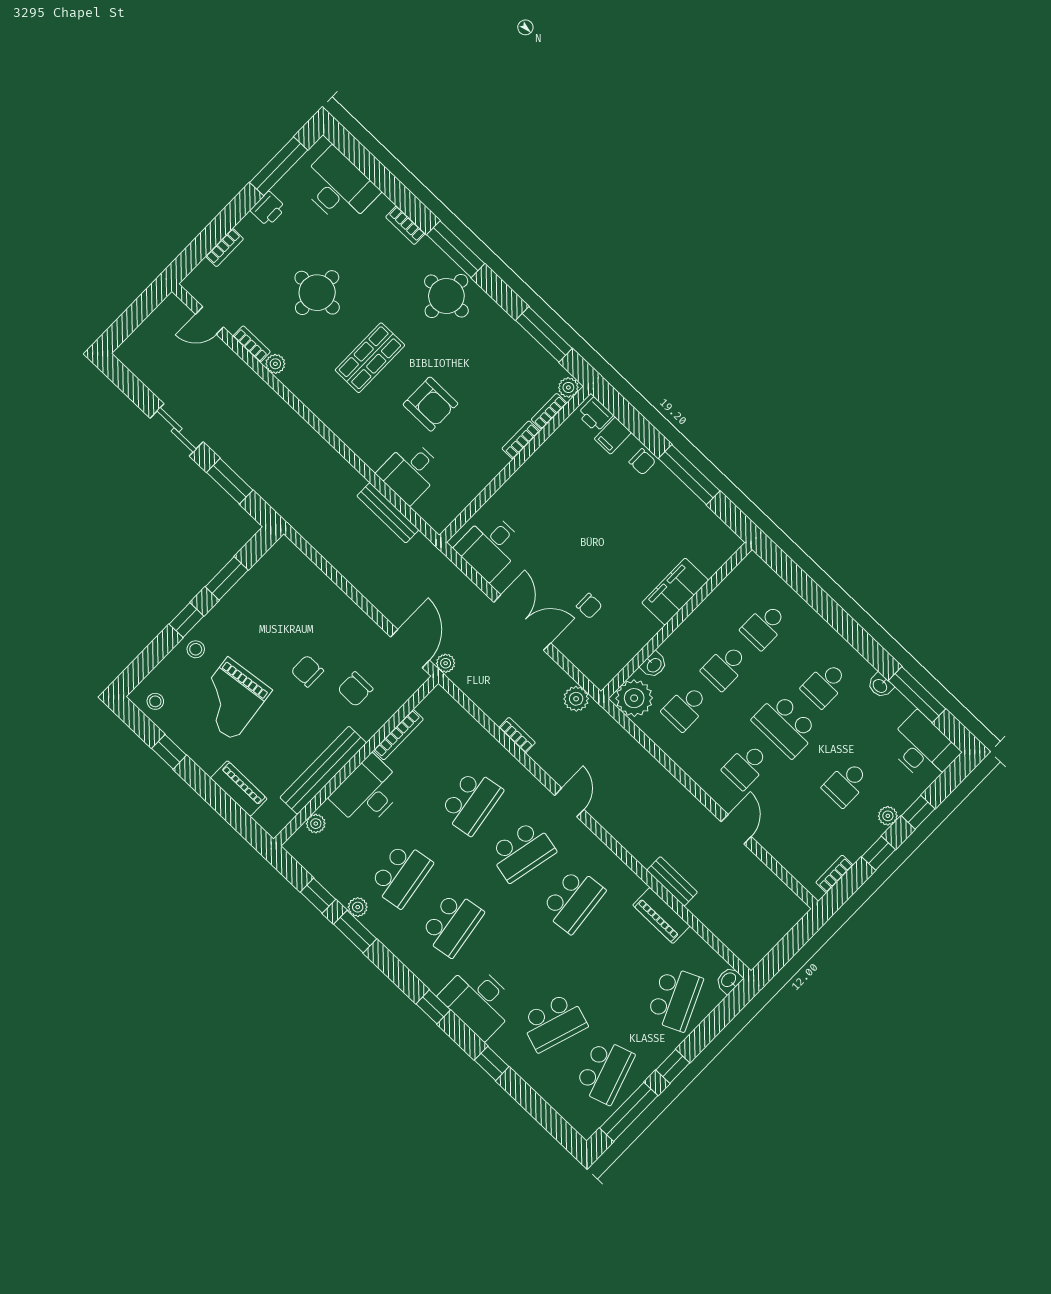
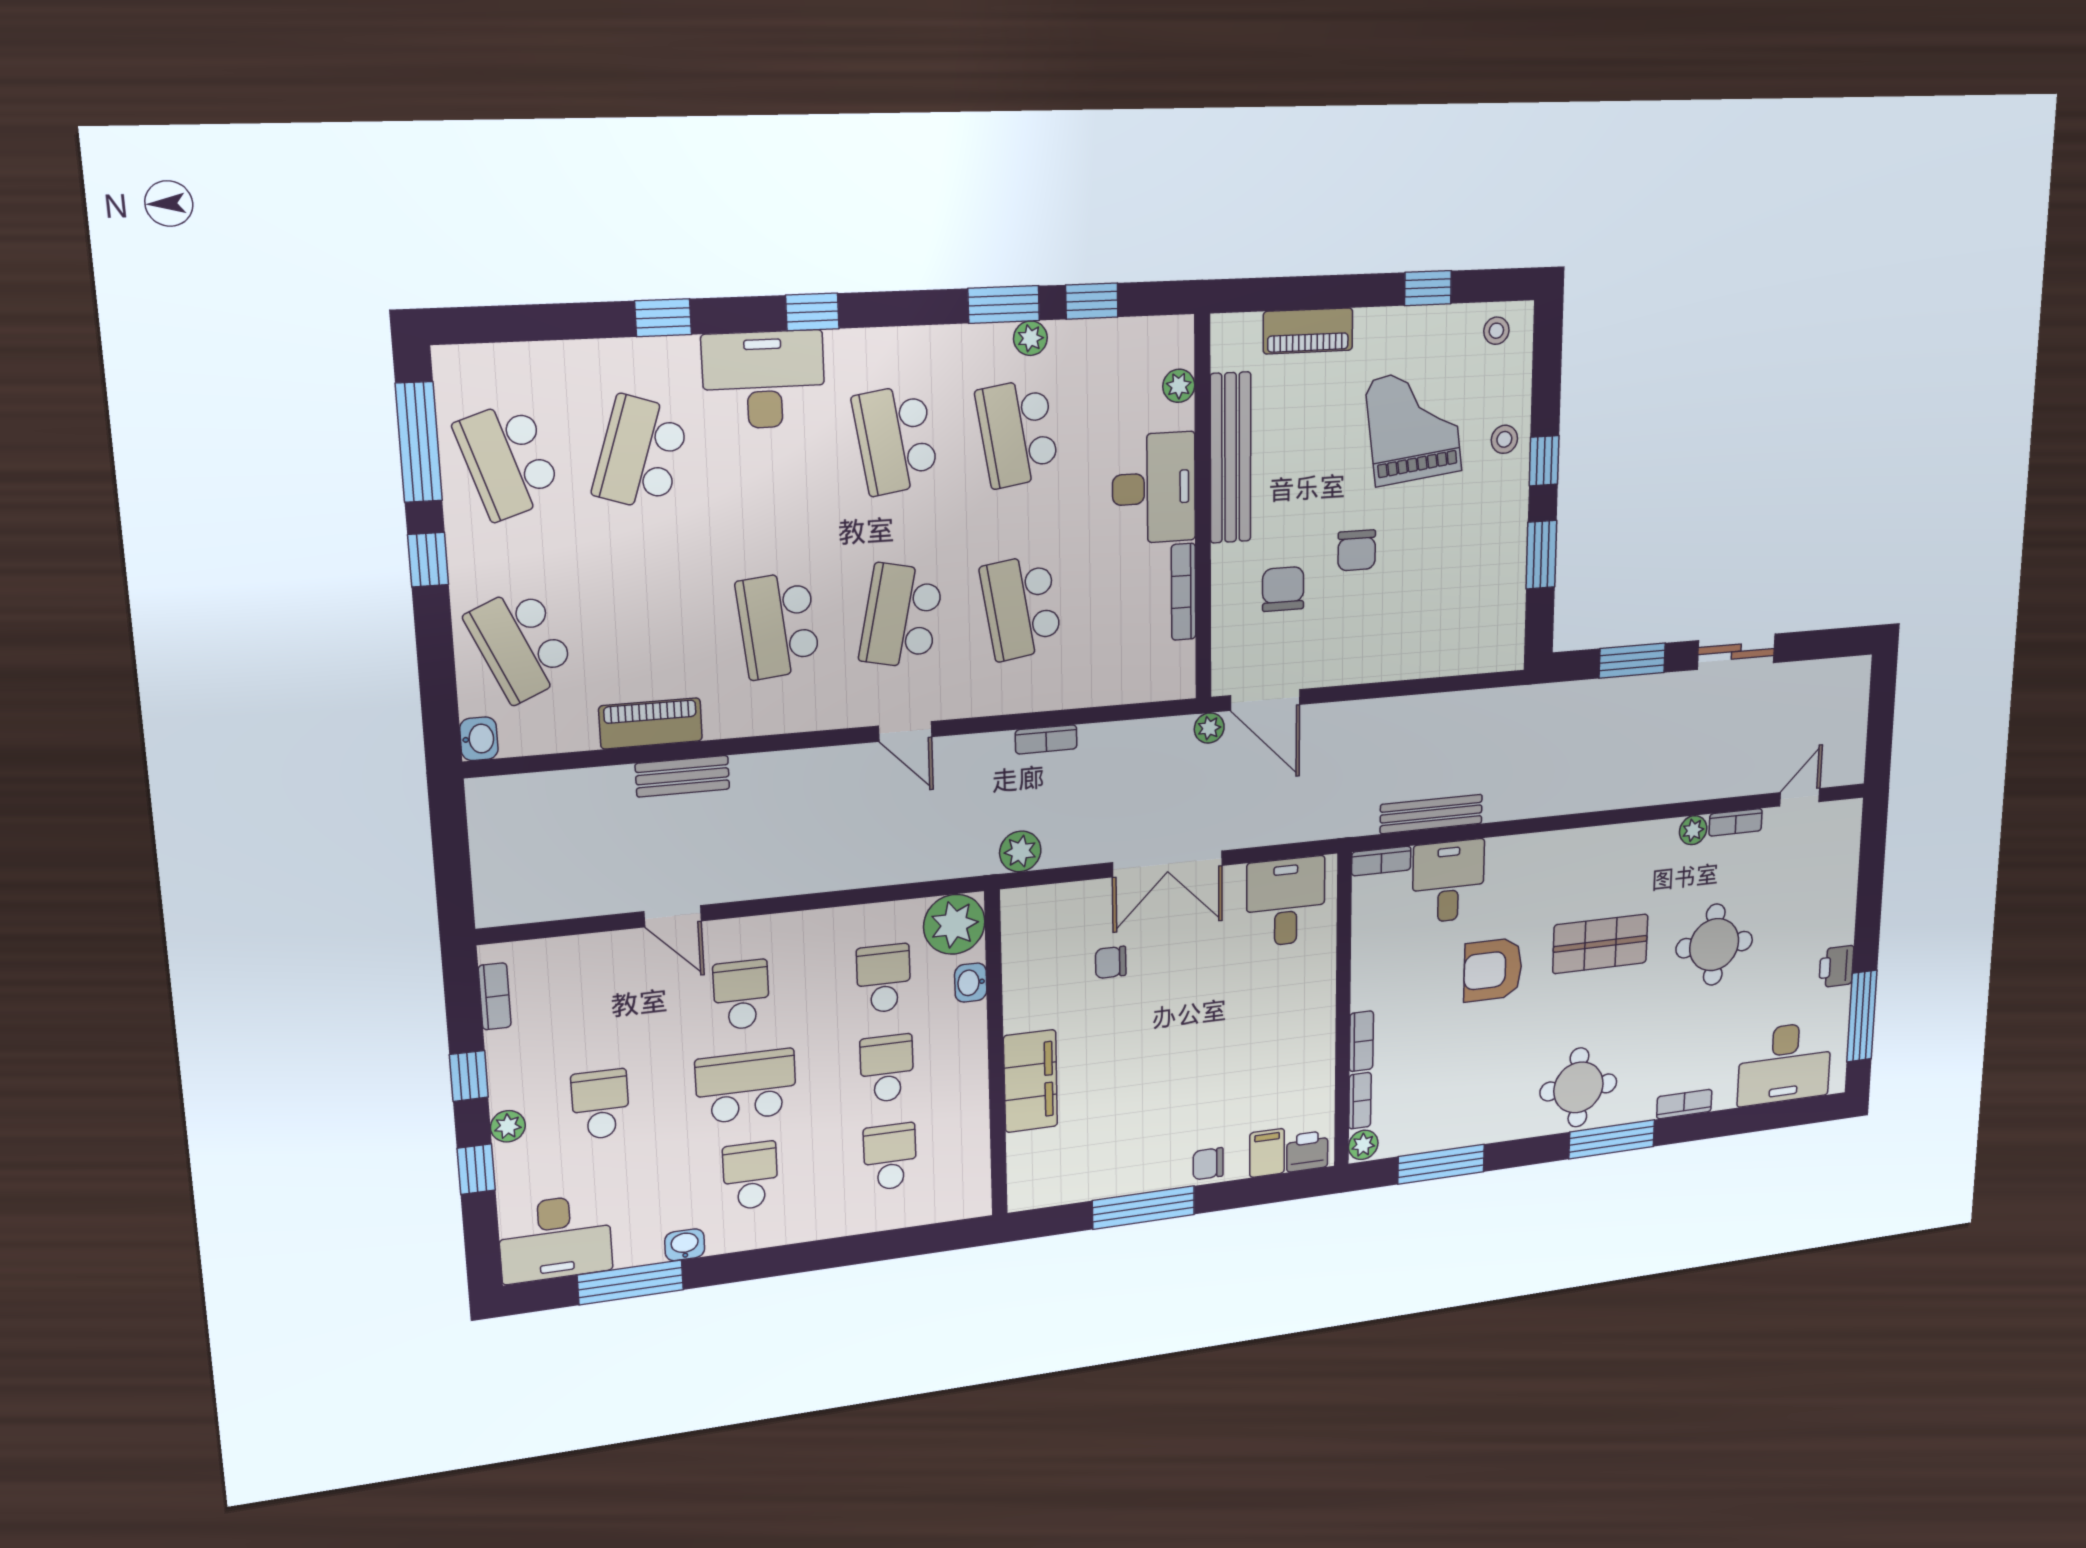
bookcase: (224, 248) -> (1381, 861), moved, turned -90
shop shelf: (370, 358) -> (1600, 944), turned 90
chair: (307, 671) -> (1357, 550), turned 90

